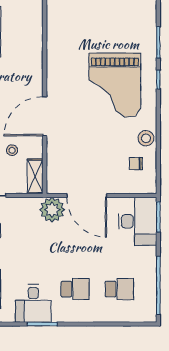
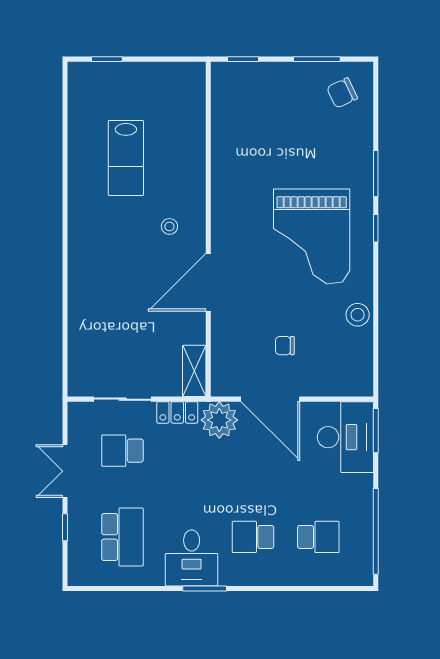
stool: (12, 150) -> (169, 226), moved
chair: (136, 164) -> (285, 346), moved
locker: (24, 205) -> (177, 412), added
school desk: (75, 289) -> (253, 537), turned 180

